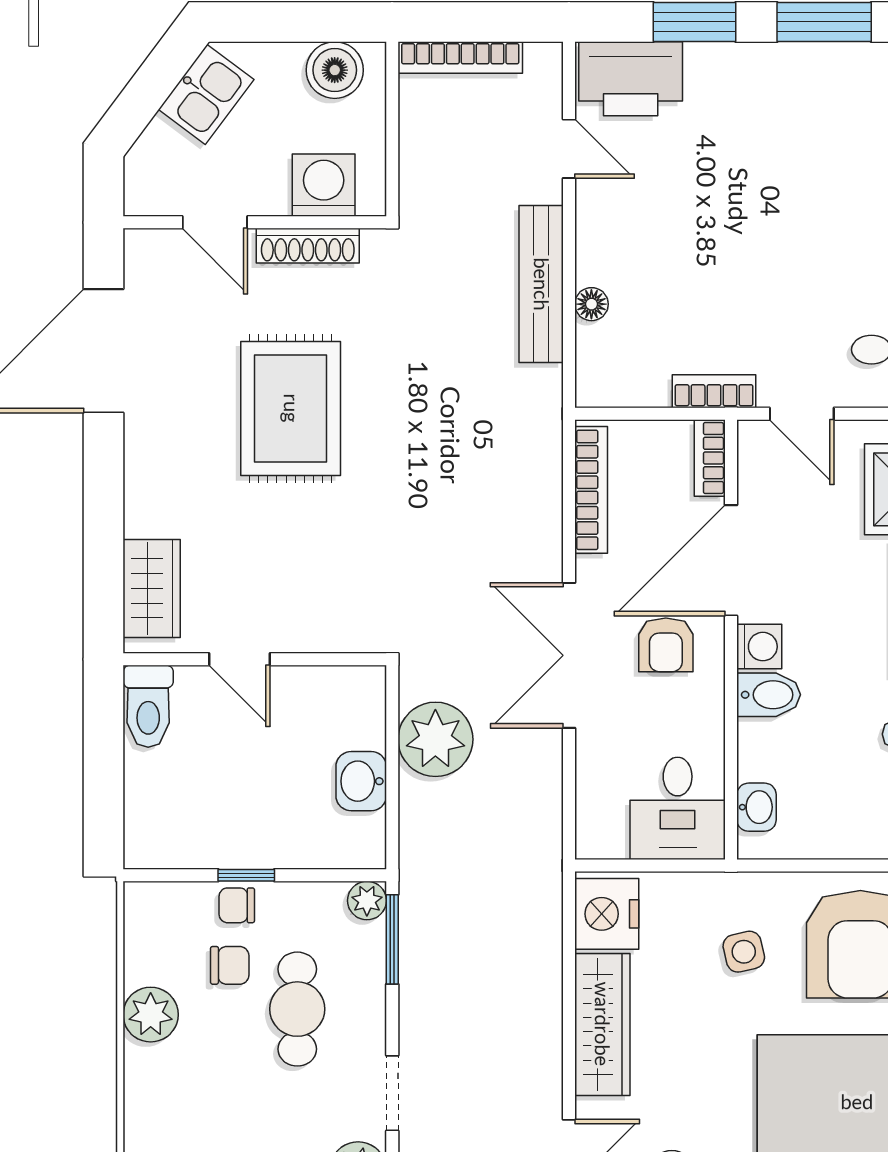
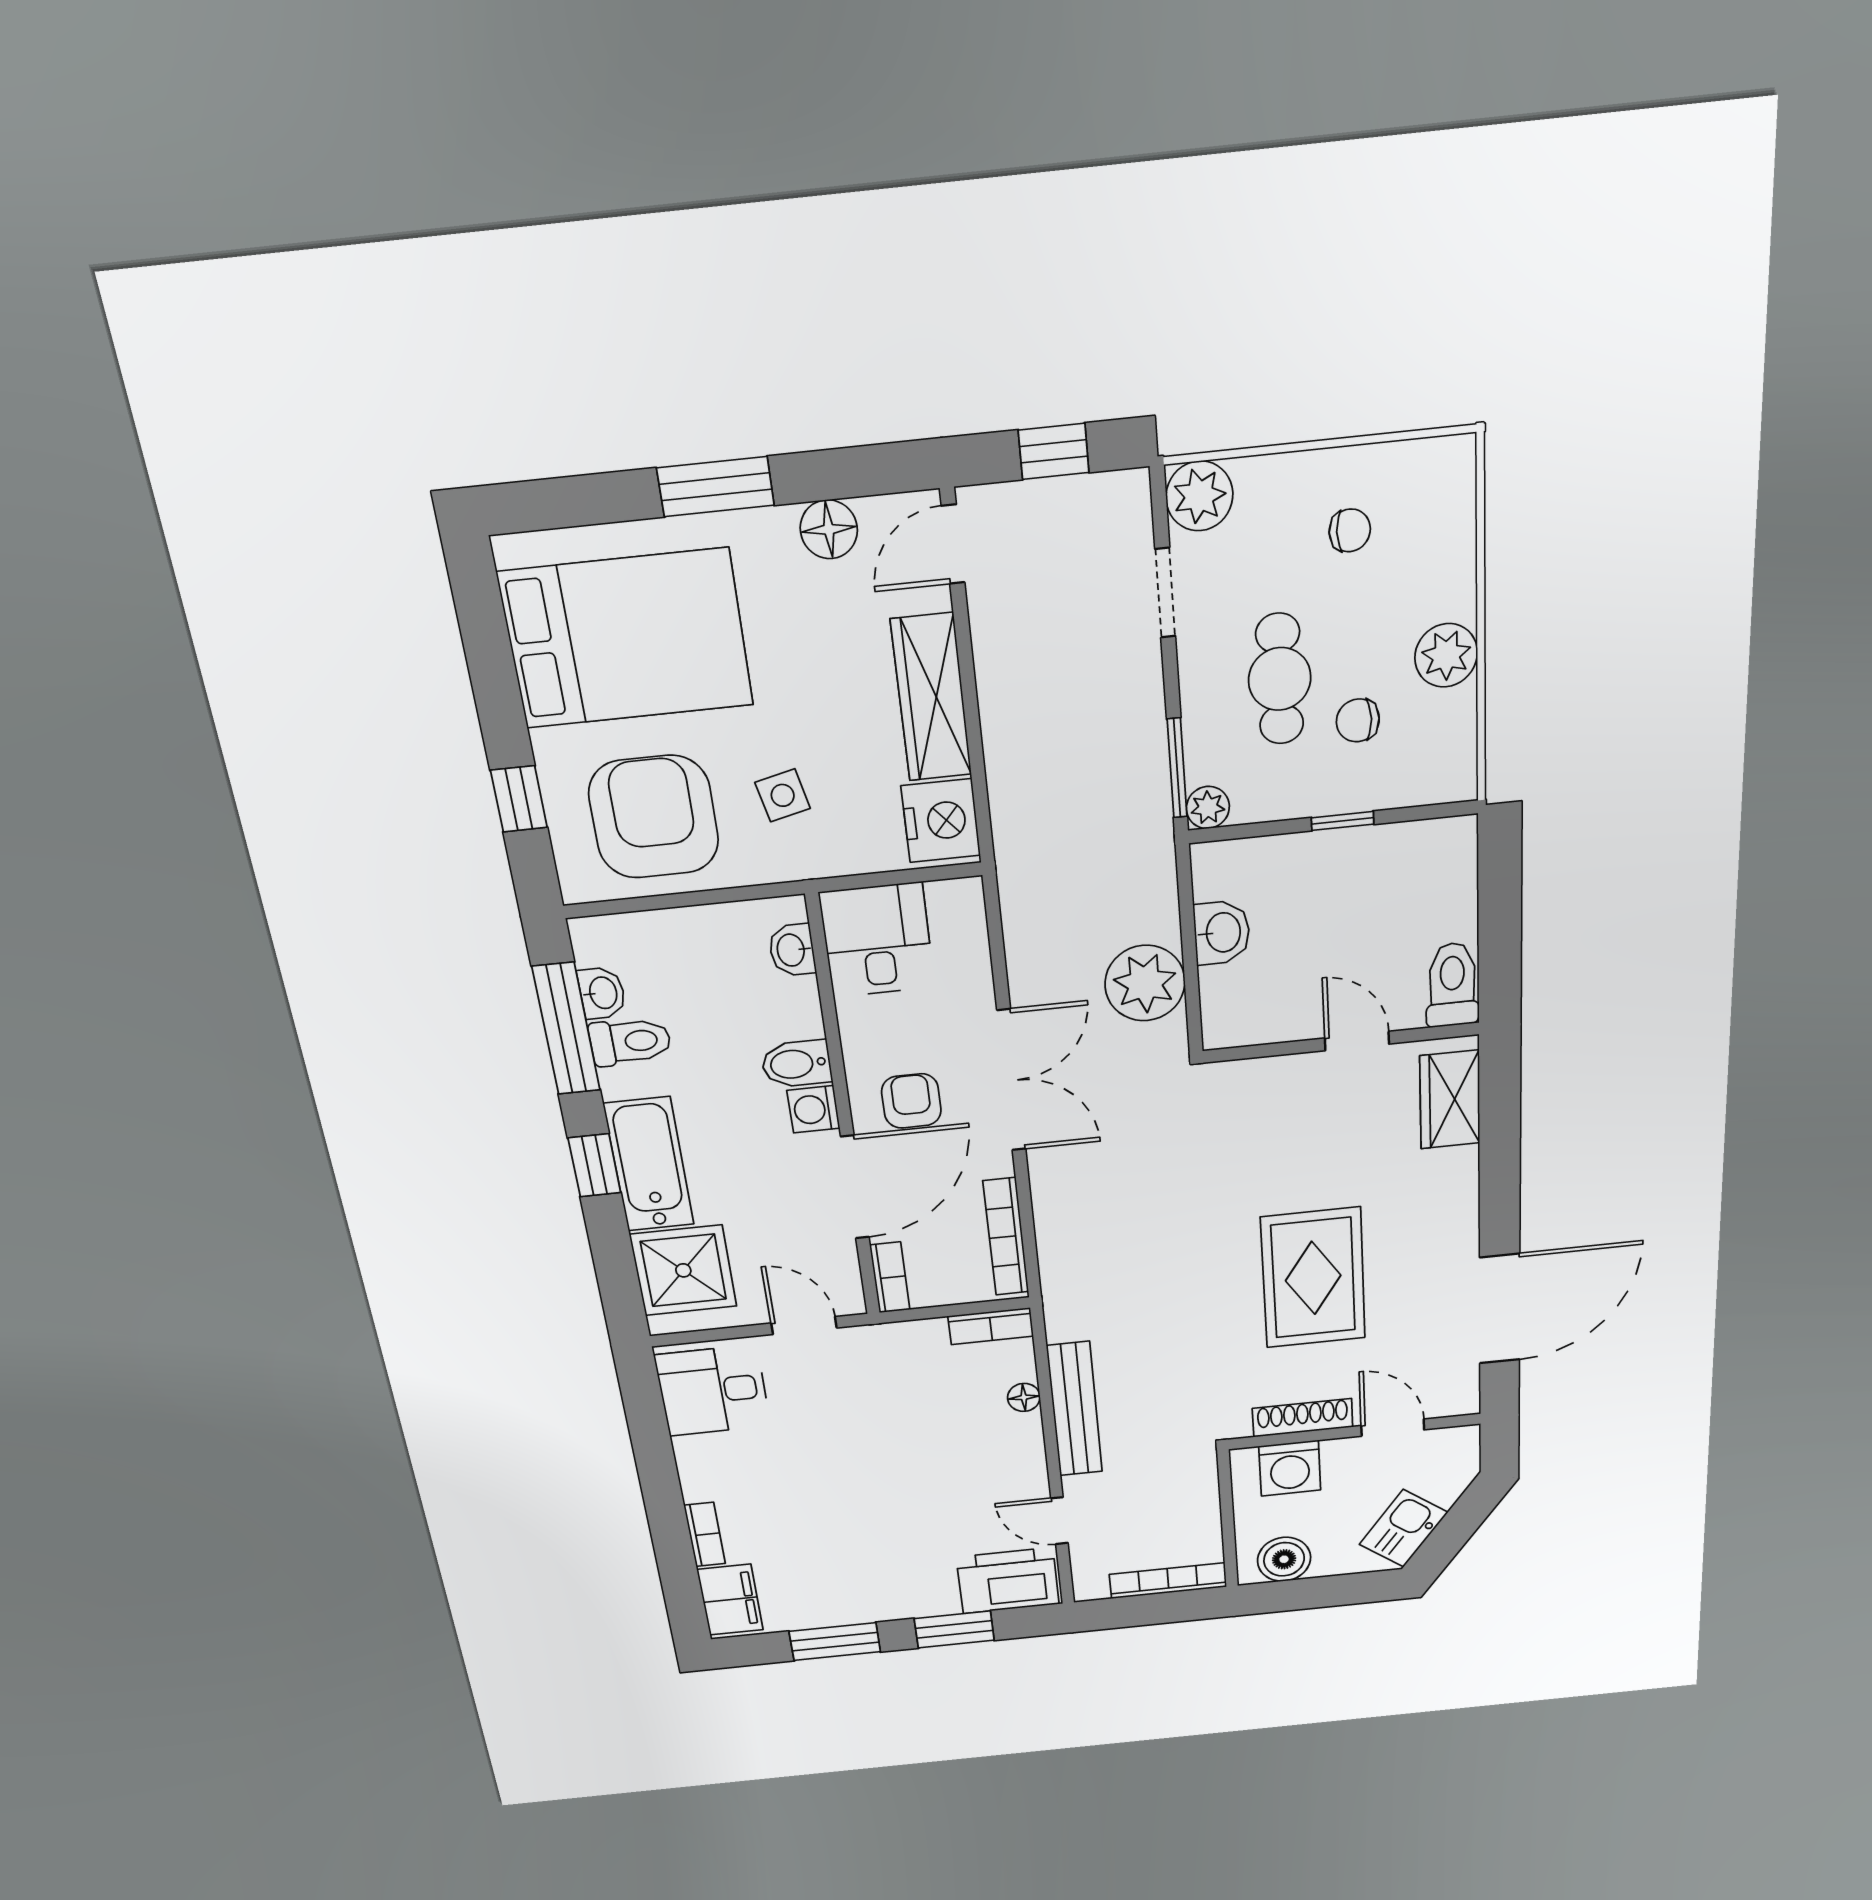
bookcase: (714, 391) -> (991, 1326), moved
chair: (237, 905) -> (1350, 530), moved

